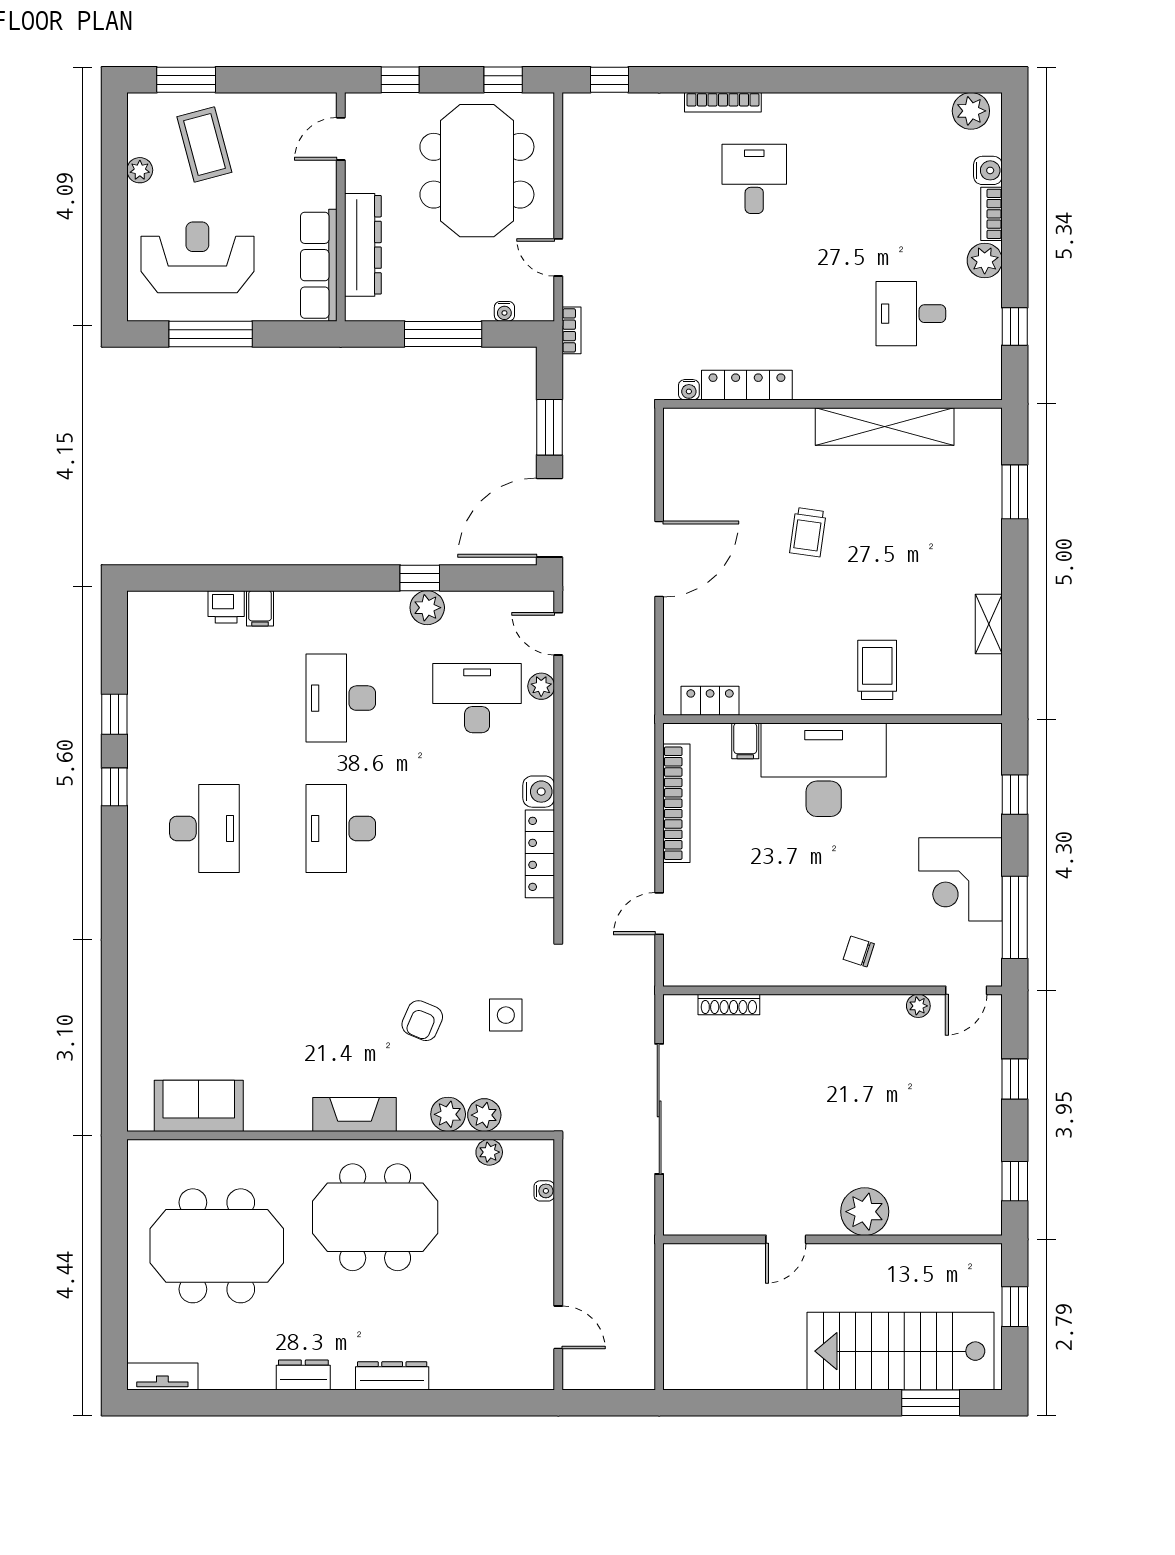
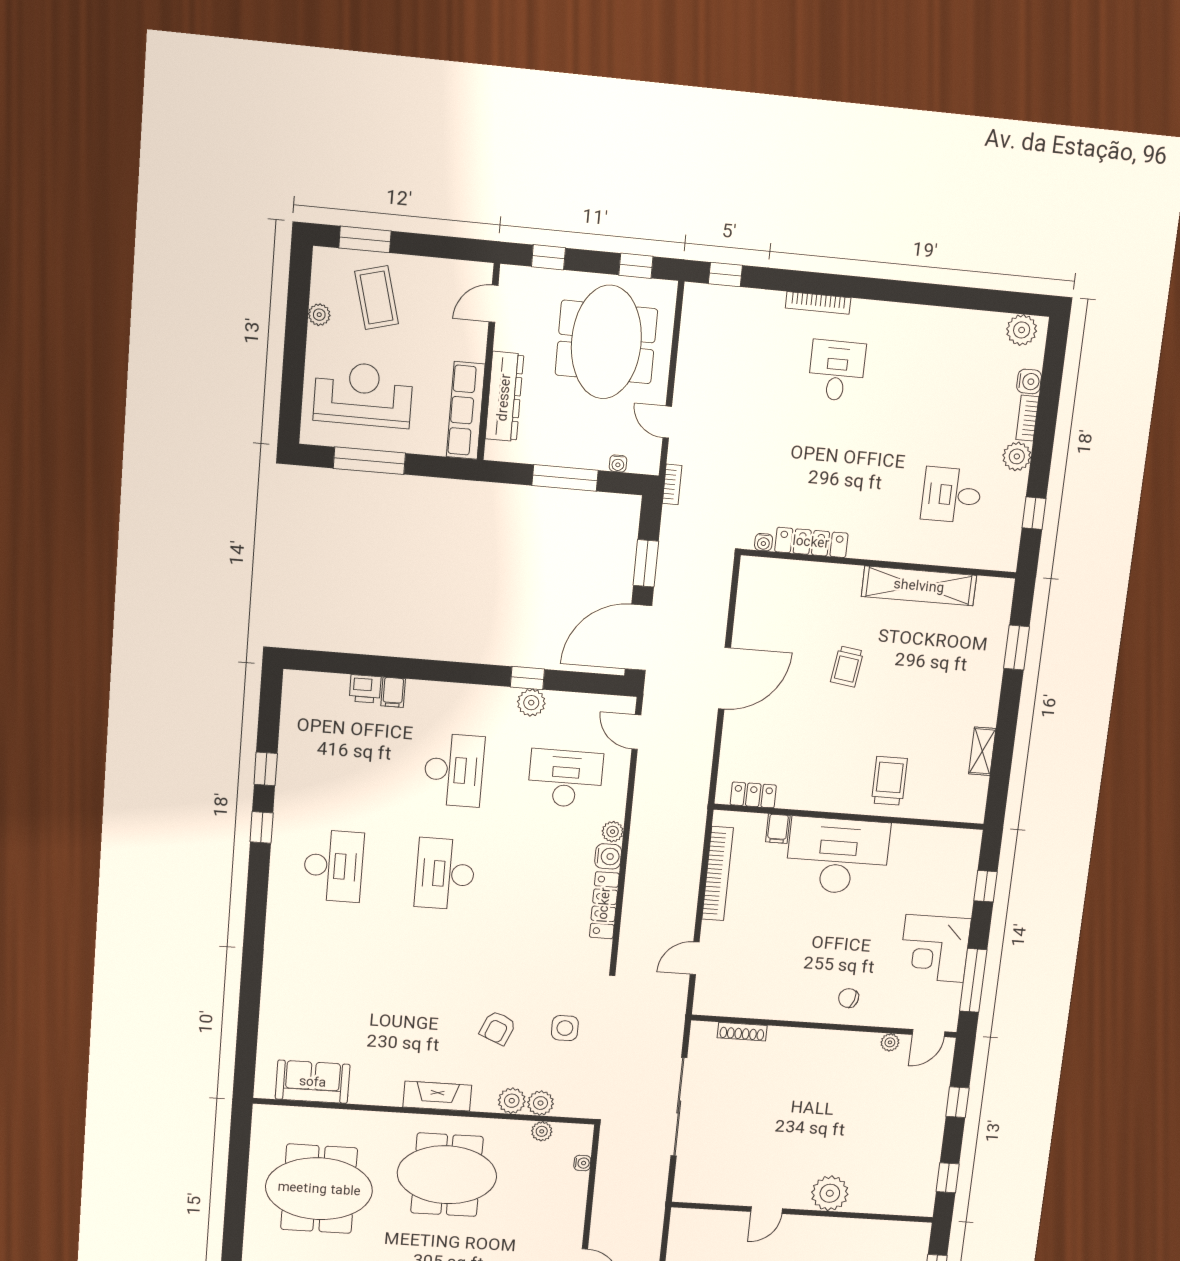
plant: (541, 686) -> (613, 832), moved
desk: (341, 698) -> (454, 770), turned 180

